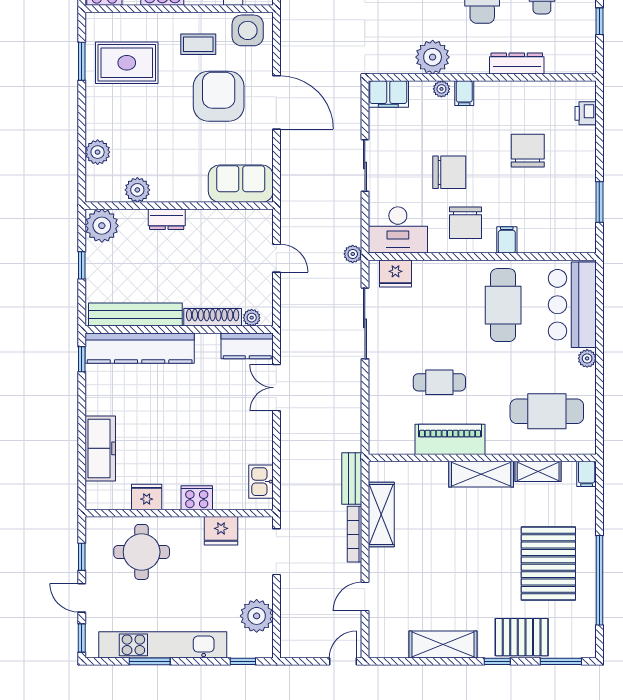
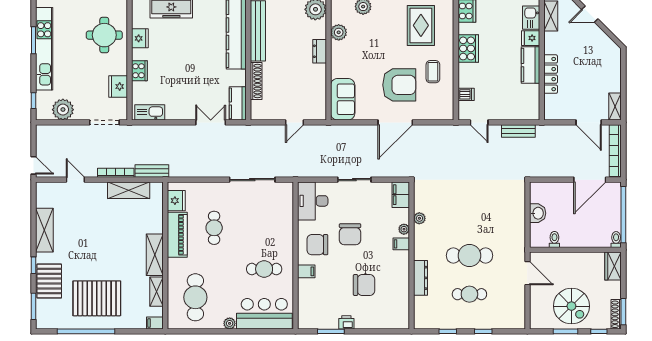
side table: (248, 30) -> (442, 104), removed
plant: (433, 57) -> (419, 218), width x0.53, depth x0.53
printer: (586, 113) -> (346, 322), moved
plant: (353, 254) -> (297, 172), removed
fridge: (395, 274) -> (176, 201), moved, turned 180
cafe table: (503, 305) -> (264, 269), width x0.73, depth x0.74
plant: (252, 318) -> (256, 106), removed
kitchen sink: (261, 482) -> (150, 112), width x1.38

